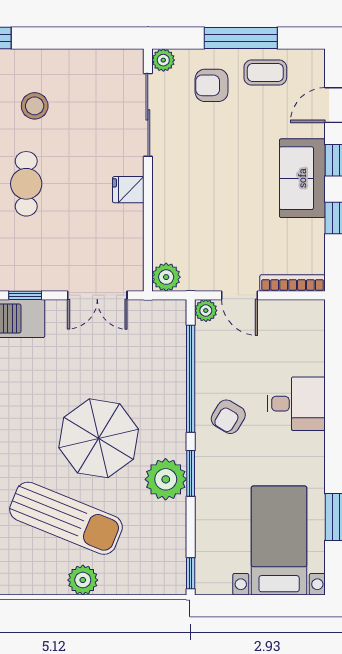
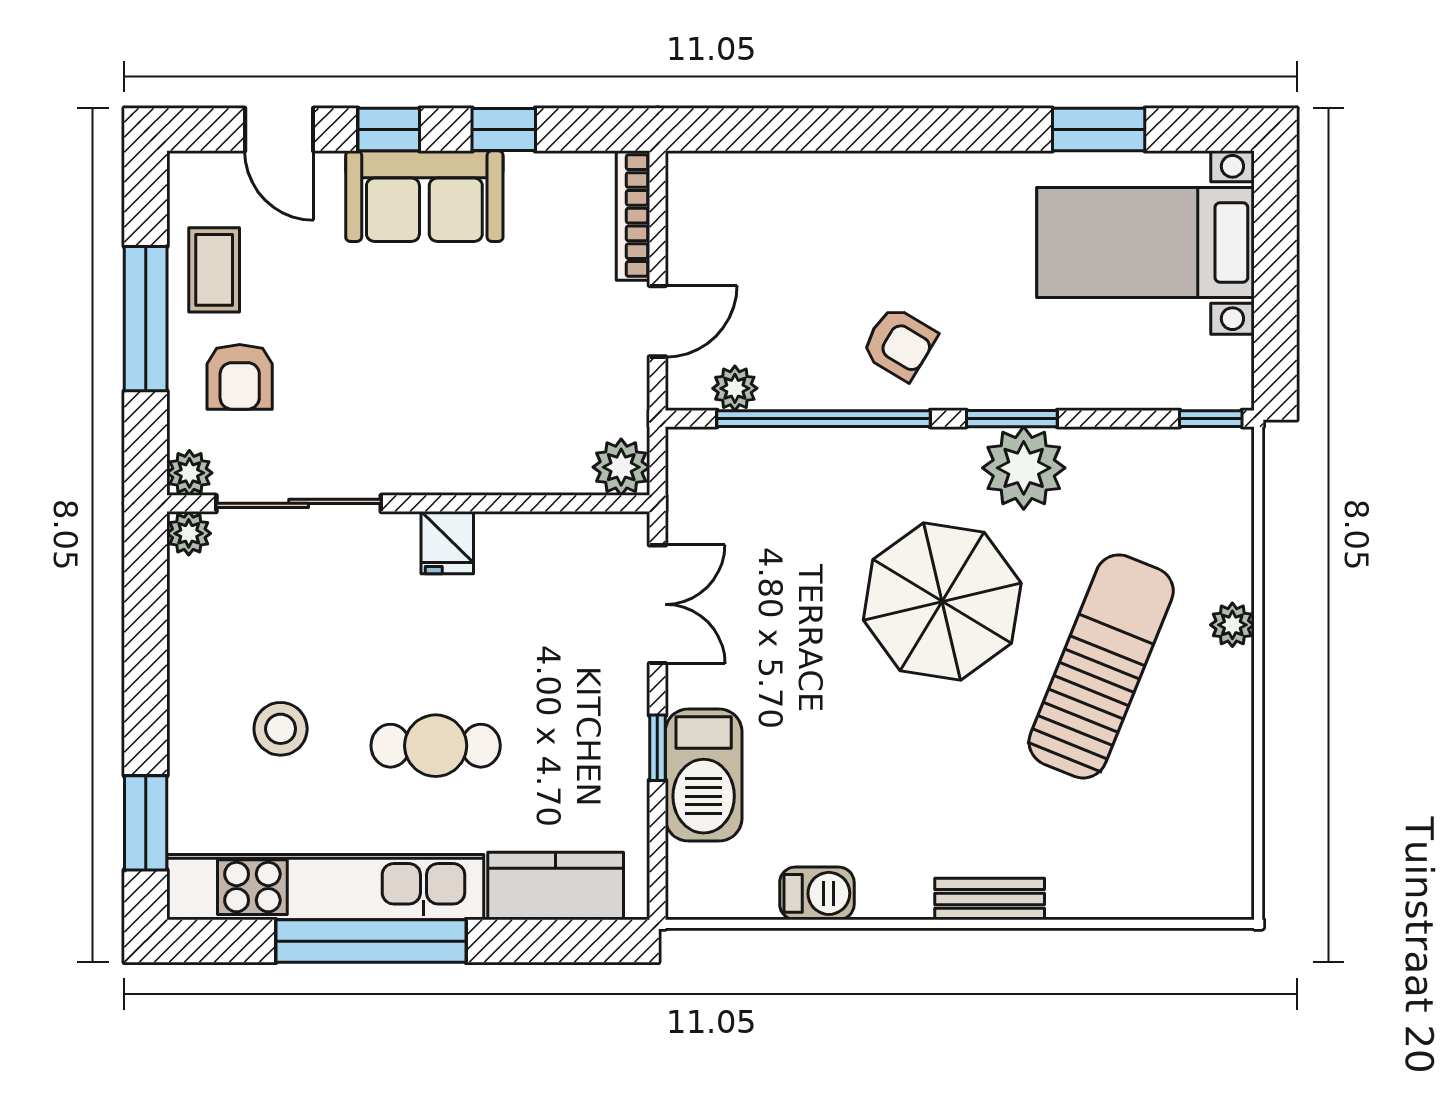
plant: (133, 60) -> (189, 533), added
plant: (206, 310) -> (735, 388), moved
desk: (296, 404) -> (873, 208), removed
plant: (83, 580) -> (1232, 625), width x0.73, depth x0.73

